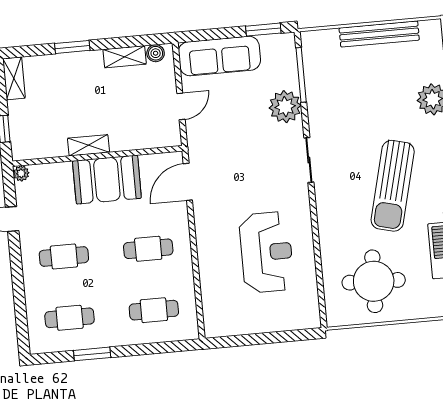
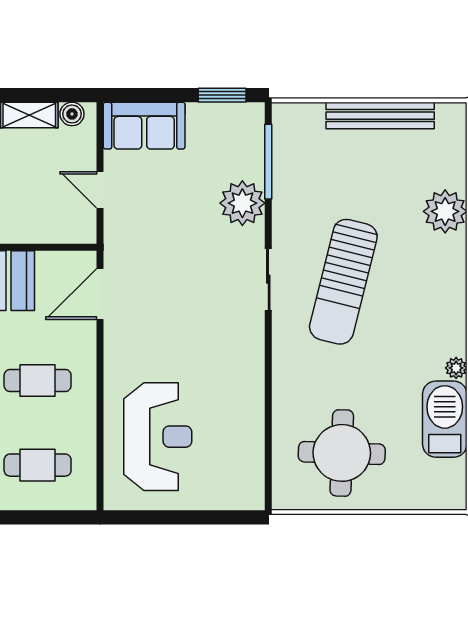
sofa: (219, 56) -> (144, 126), width x0.73
door: (181, 106) -> (100, 190), swing flipped
sun lounger: (393, 186) -> (343, 282), moved
reception desk: (266, 252) -> (158, 437), moved

